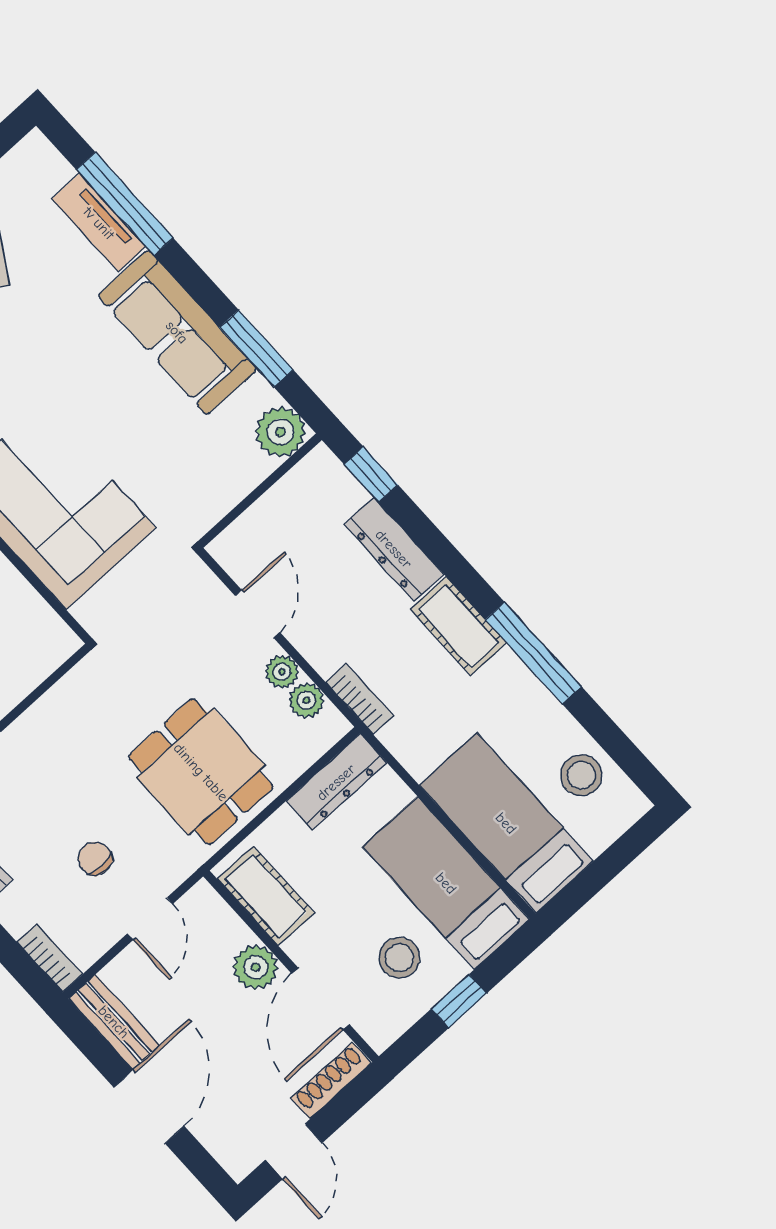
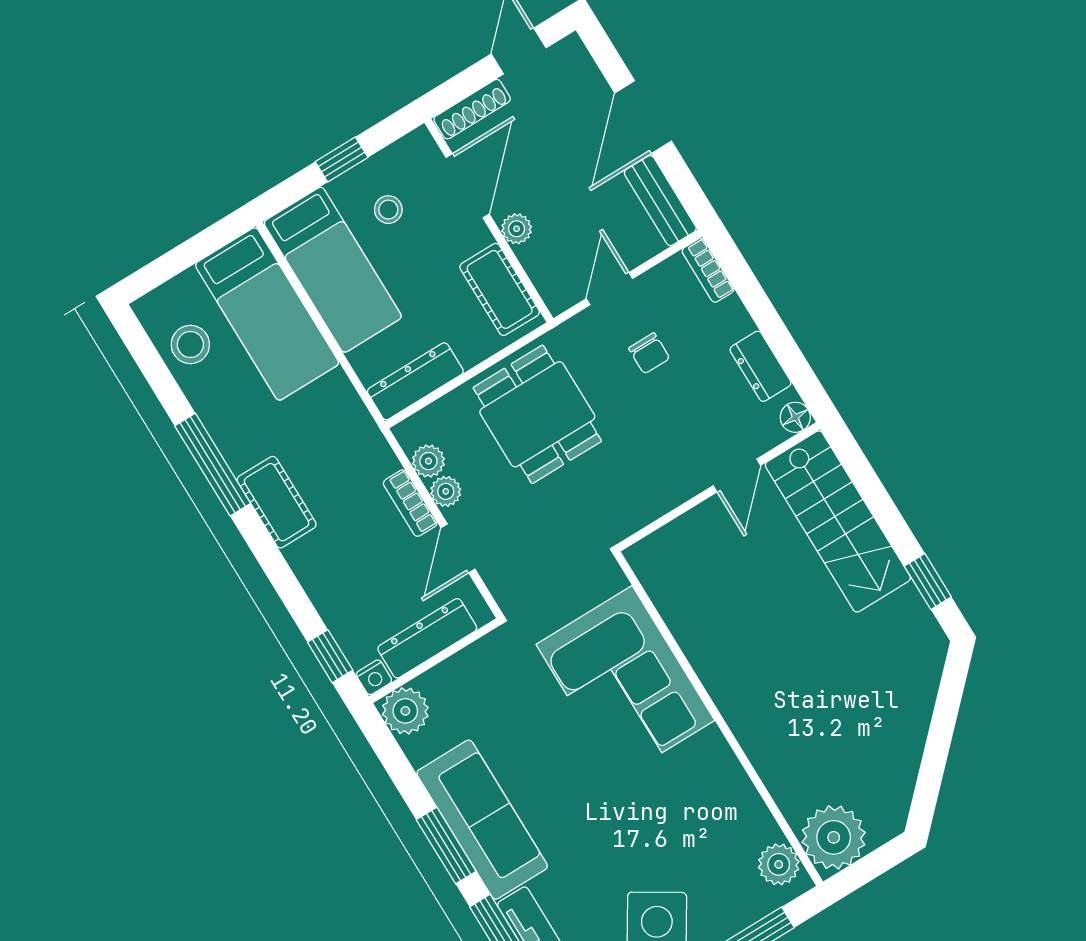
window: (256, 348) -> (446, 846), moved
nightstand: (320, 461) -> (374, 677), added
dresser: (394, 549) -> (427, 638), moved, turned -90
bookcase: (360, 699) -> (410, 503), moved
stool: (399, 958) -> (388, 210), width x0.73, depth x0.73
plant: (256, 967) -> (517, 229), width x0.73, depth x0.73

